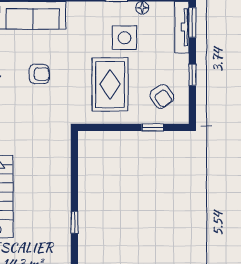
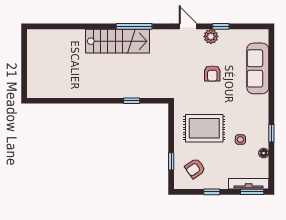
side table: (125, 38) -> (240, 140), width x0.54, depth x0.54
window: (74, 222) -> (132, 101), moved

